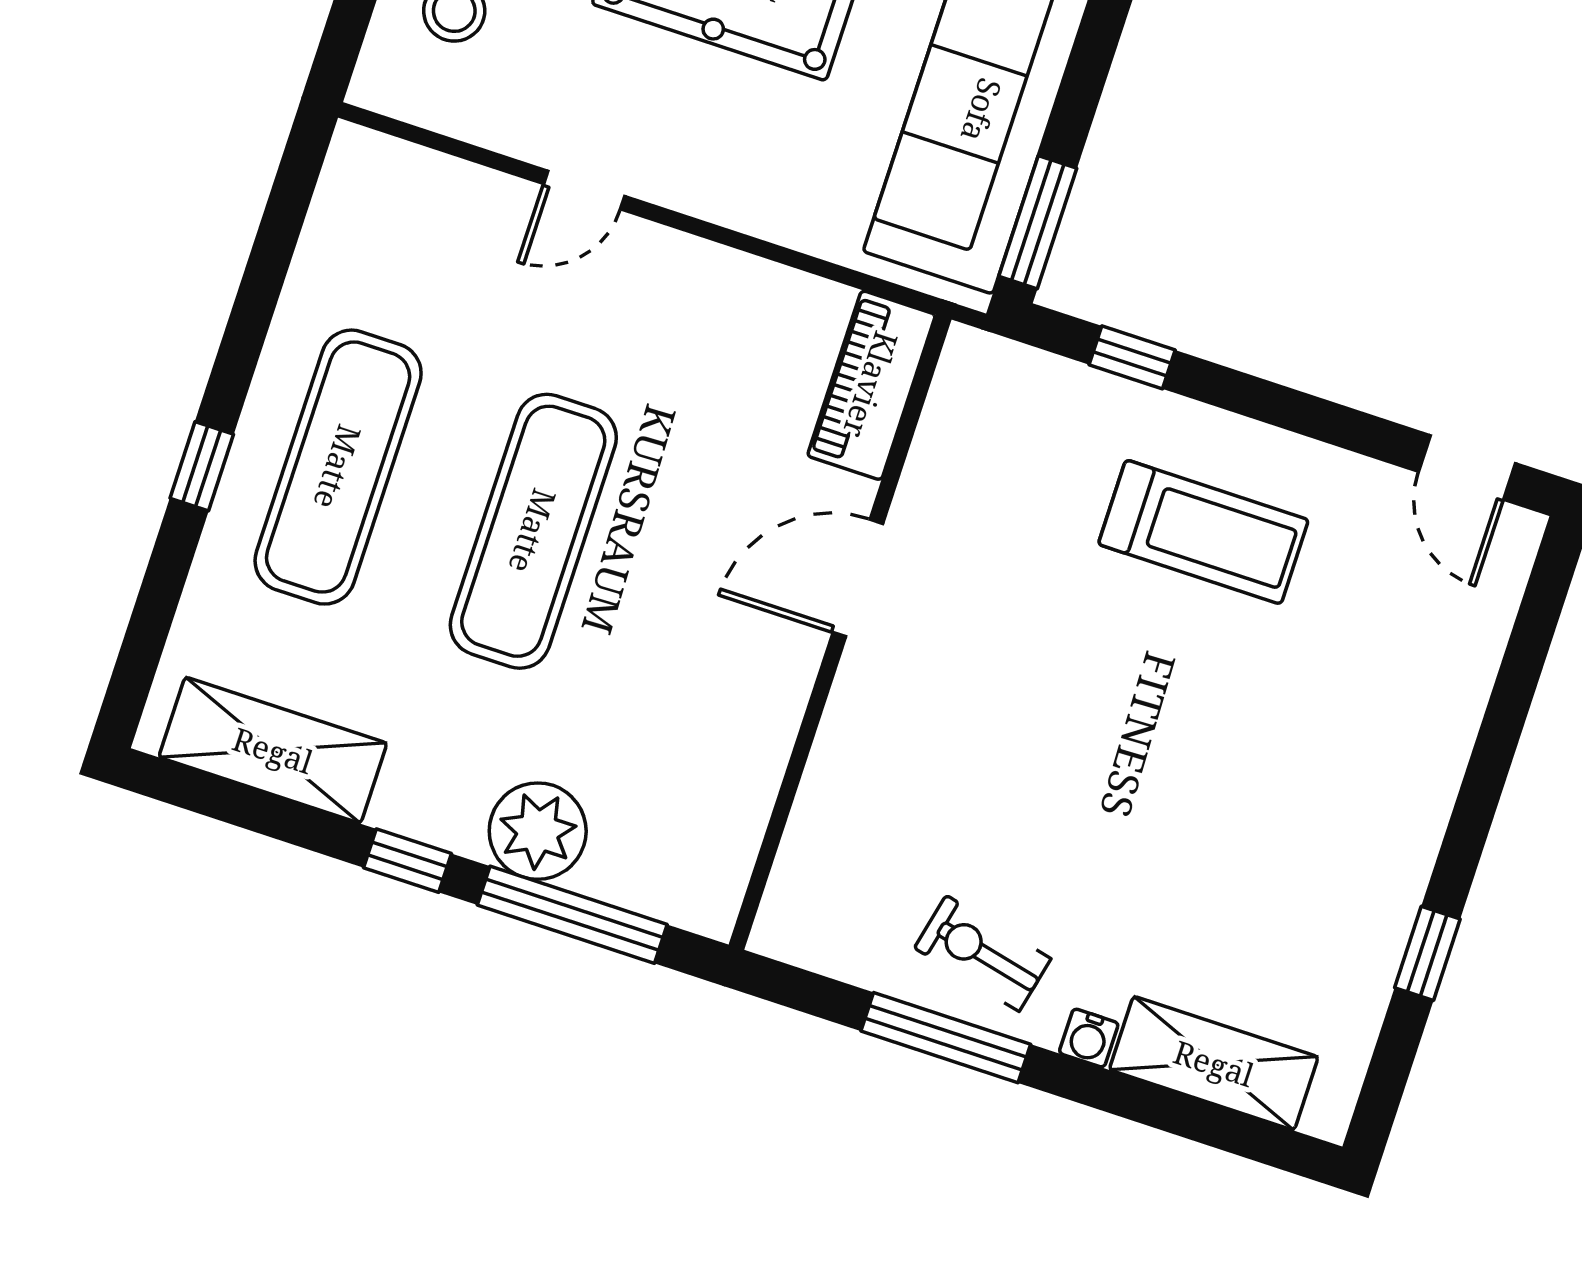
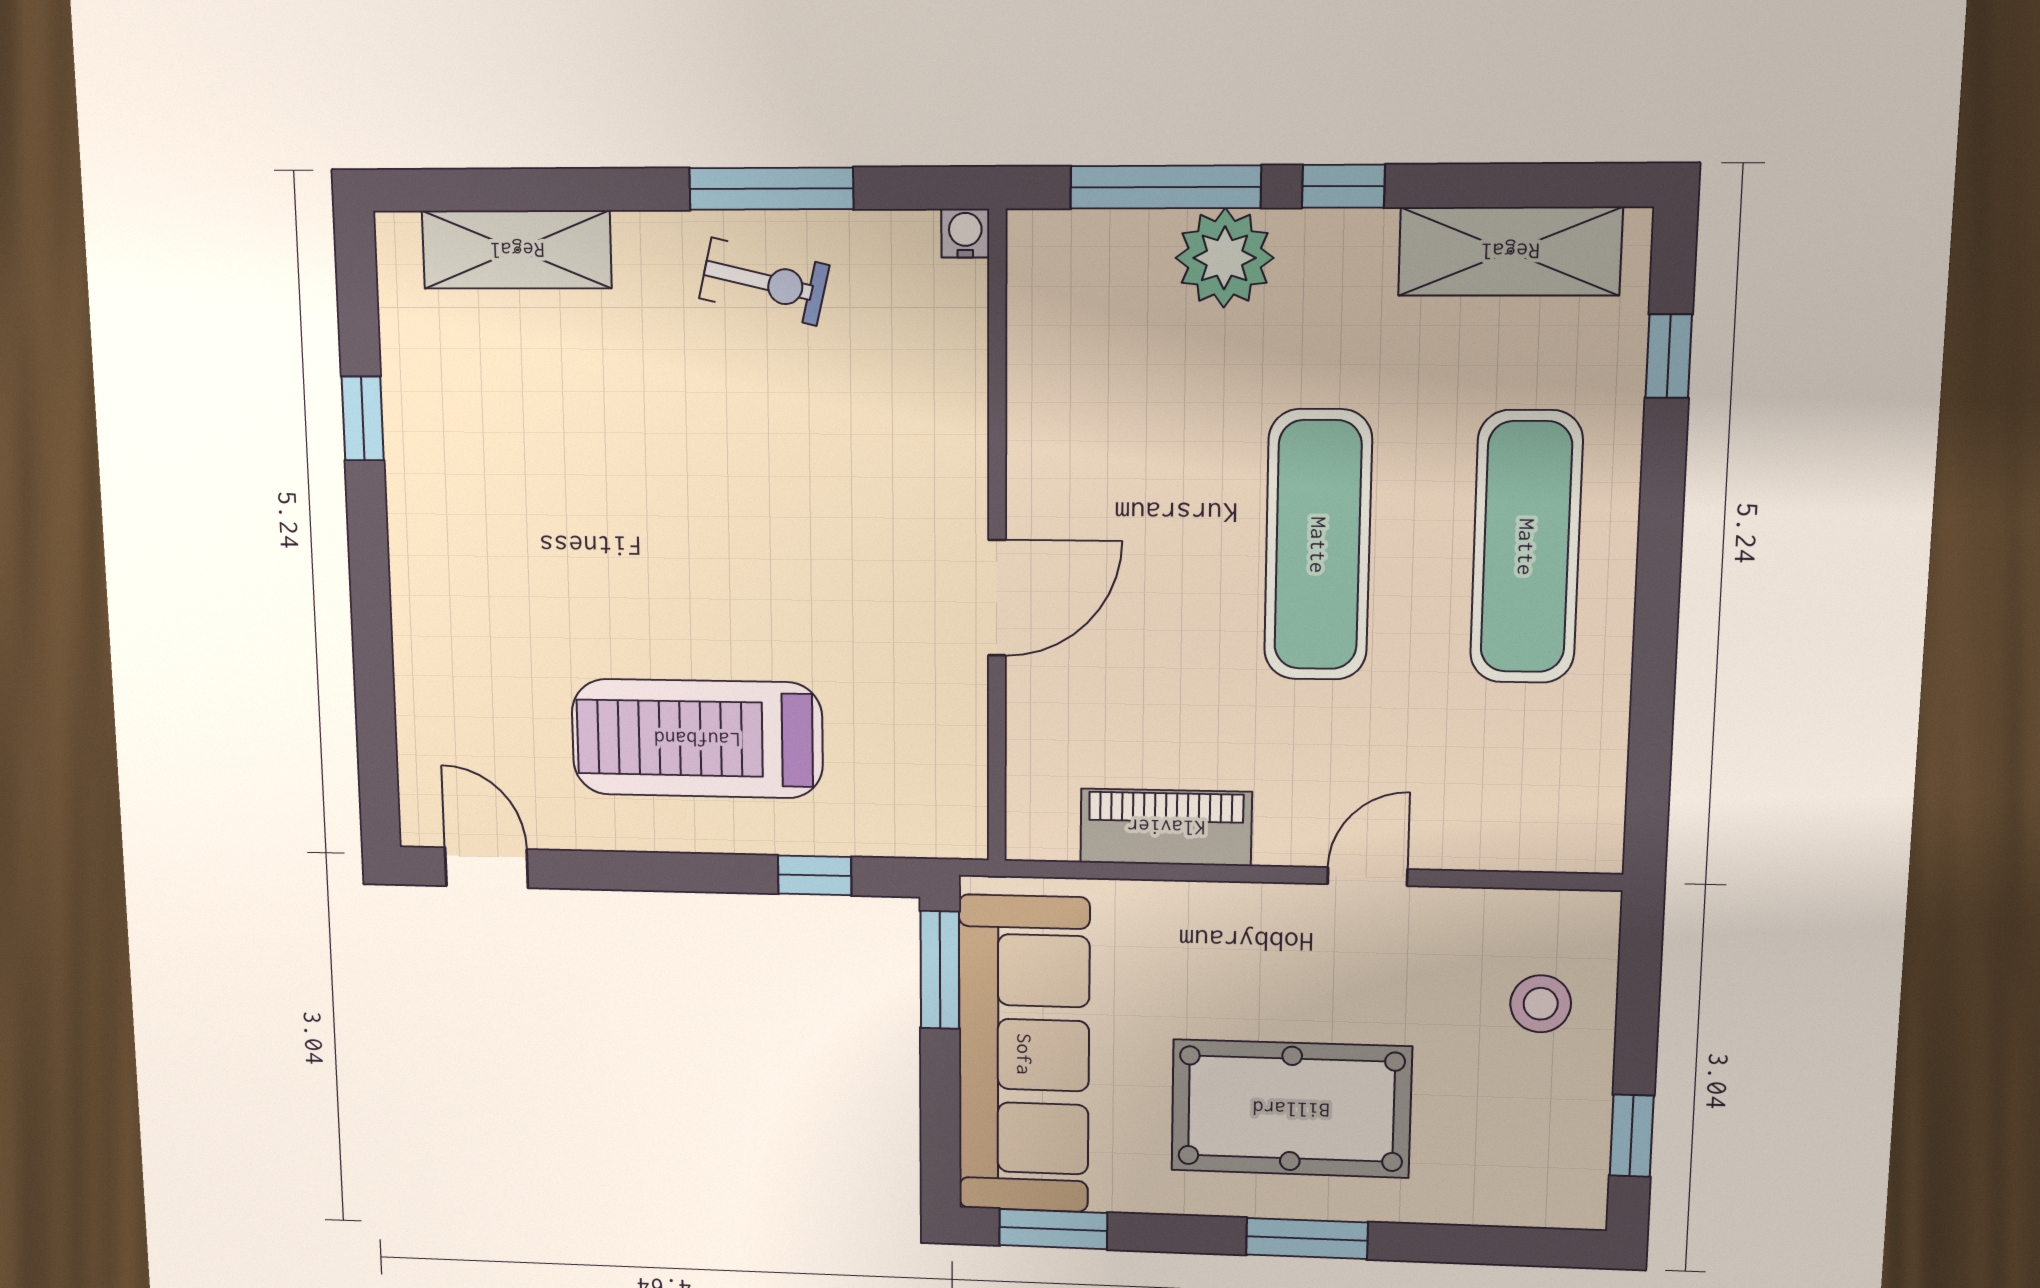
piano: (871, 385) -> (1166, 827), moved, turned -90
window: (202, 466) -> (1669, 356), moved
treadmill: (1203, 532) -> (697, 739), width x1.37, depth x1.38
water cooler: (1089, 1038) -> (965, 233), moved

